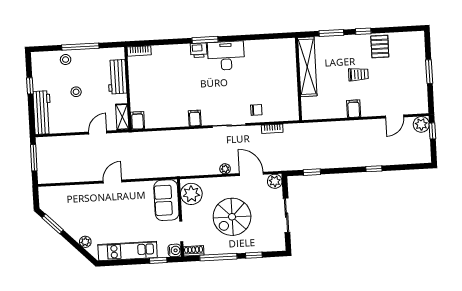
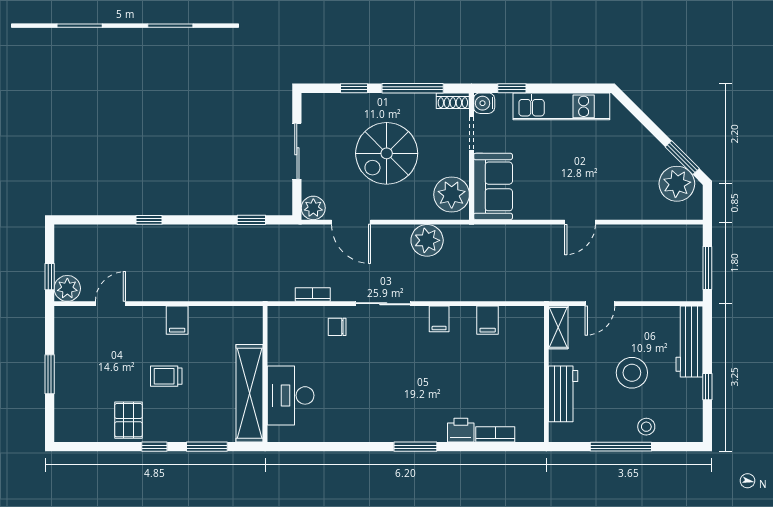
printer: (199, 50) -> (461, 430), moved
bookcase: (139, 51) -> (495, 434), moved
desk: (226, 56) -> (291, 395), moved, turned 90
stool: (76, 92) -> (632, 373), width x1.89, depth x1.89
filing cabinet: (138, 120) -> (488, 320), moved
plant: (225, 169) -> (427, 240), moved, width x1.88, depth x1.88
spiral stairs: (232, 217) -> (387, 153), turned 180
plant: (85, 242) -> (677, 184), moved, width x1.87, depth x1.87

